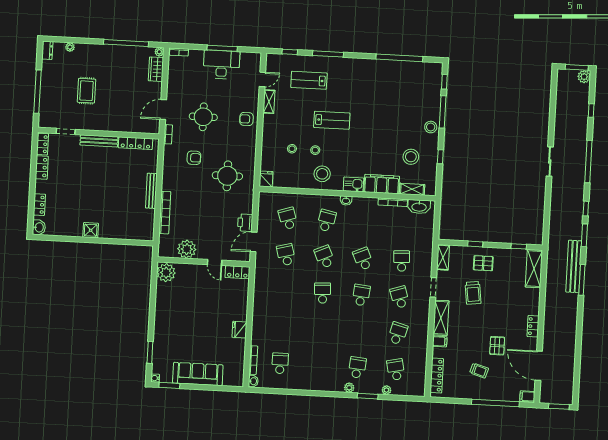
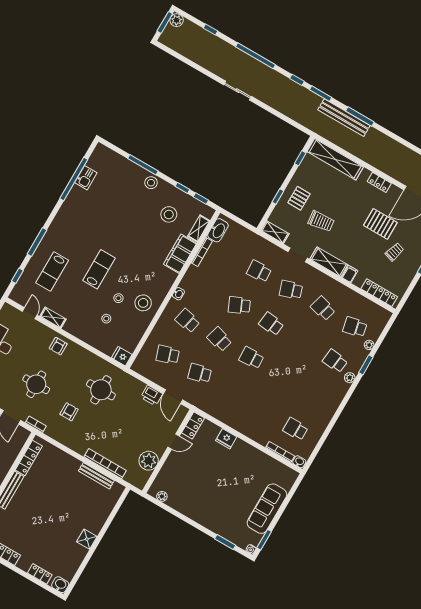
window: (444, 82) -> (201, 199), moved
kitchen sink: (353, 184) -> (86, 178), moved, turned 180
bench: (151, 191) -> (96, 476), moved
school desk: (325, 257) -> (219, 339), turned 39
shelving: (534, 269) -> (335, 159), width x1.47
plant: (166, 273) -> (162, 496), width x0.53, depth x0.53
fridge: (239, 330) -> (226, 439), moved
pallet: (497, 346) -> (380, 224), width x1.50, depth x1.42

